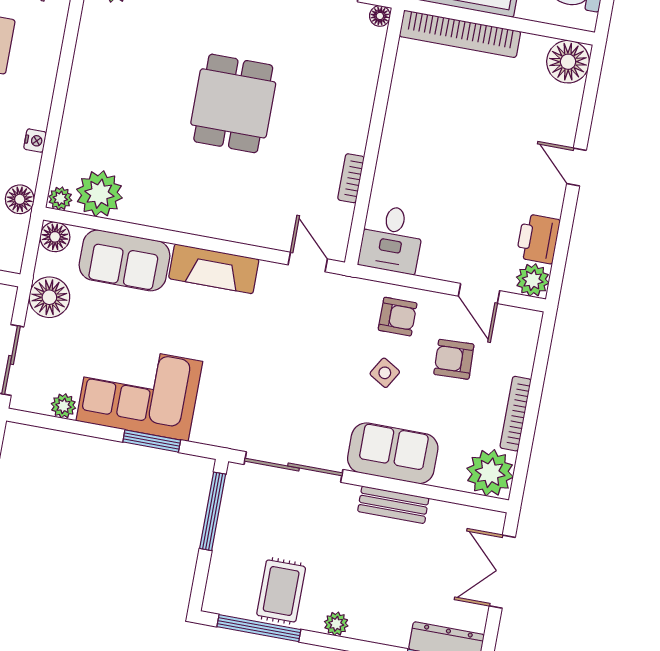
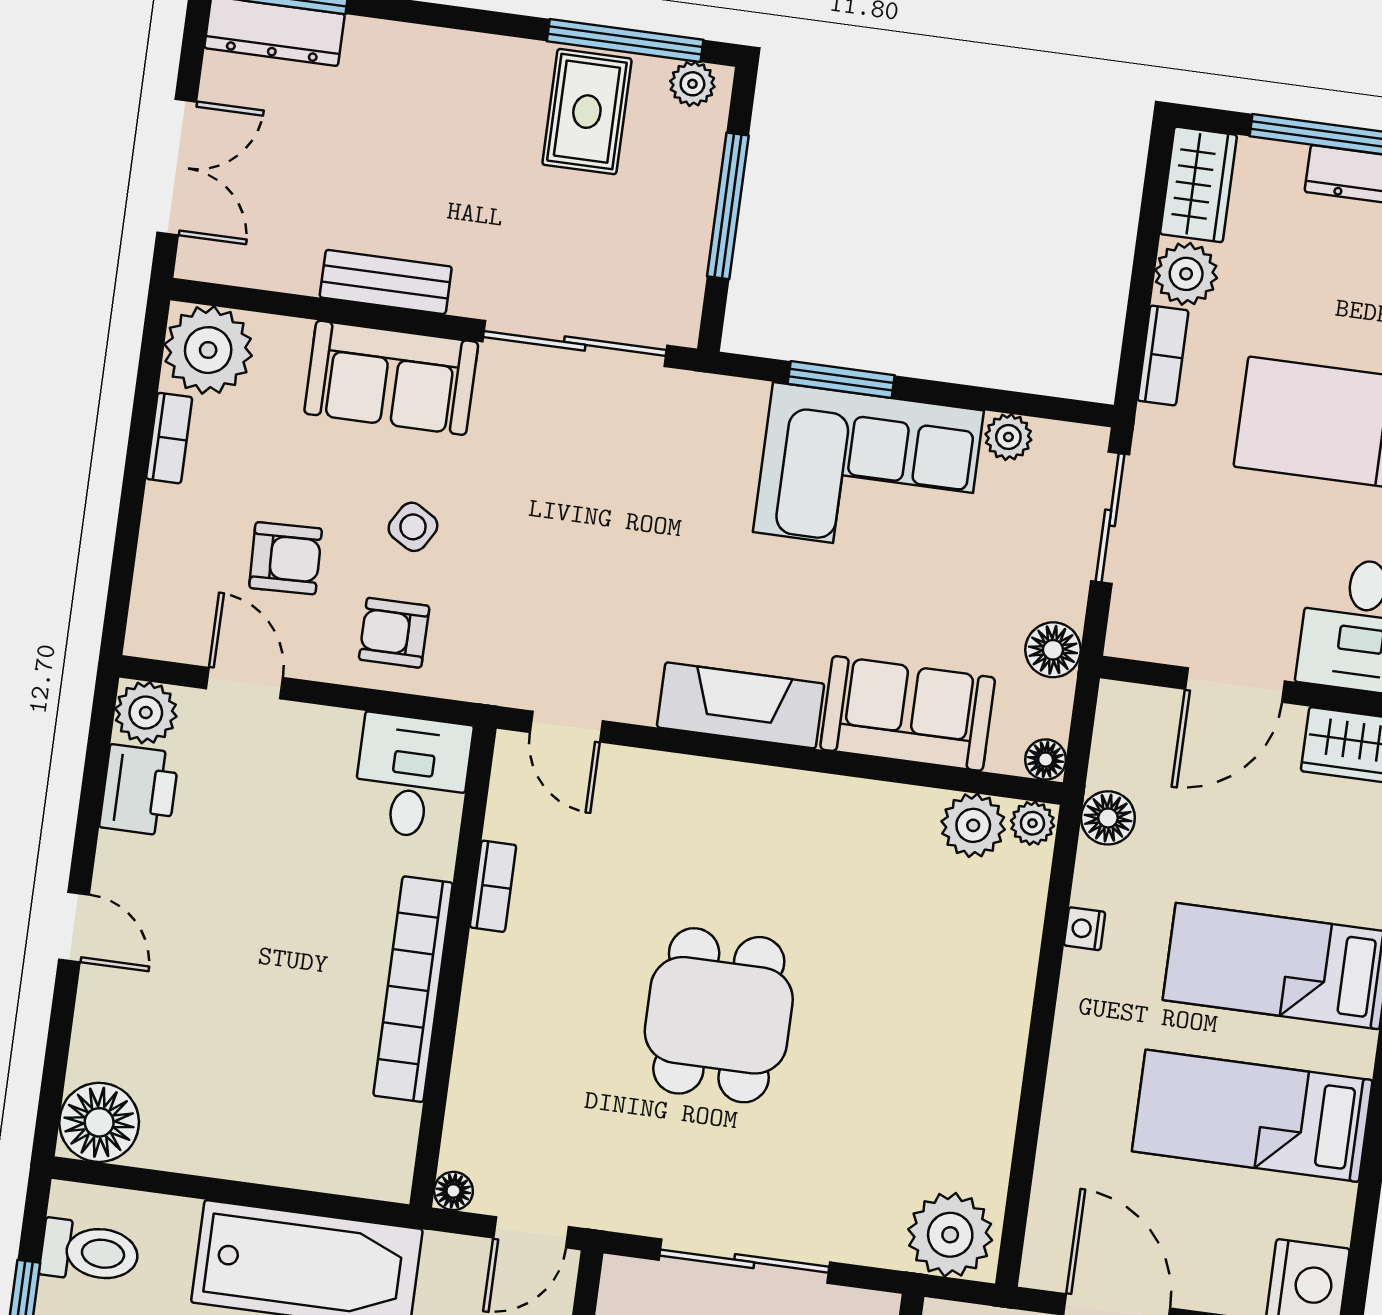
bookcase: (460, 34) -> (413, 989), moved, turned -90
plant: (99, 194) -> (973, 825), width x0.73, depth x0.73
floor lamp: (55, 237) -> (1046, 760), width x0.73, depth x0.73
floor lamp: (49, 297) -> (1053, 650), width x0.73, depth x0.73
bookcase: (516, 414) -> (169, 438), width x0.64
window: (213, 511) -> (728, 206), moved
plant: (336, 624) -> (692, 84), moved

